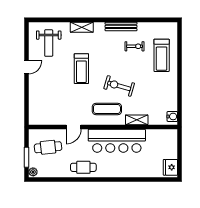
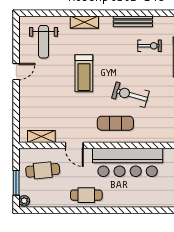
shelving: (137, 120) -> (41, 136), moved
door: (74, 127) -> (74, 145), hinge flipped

